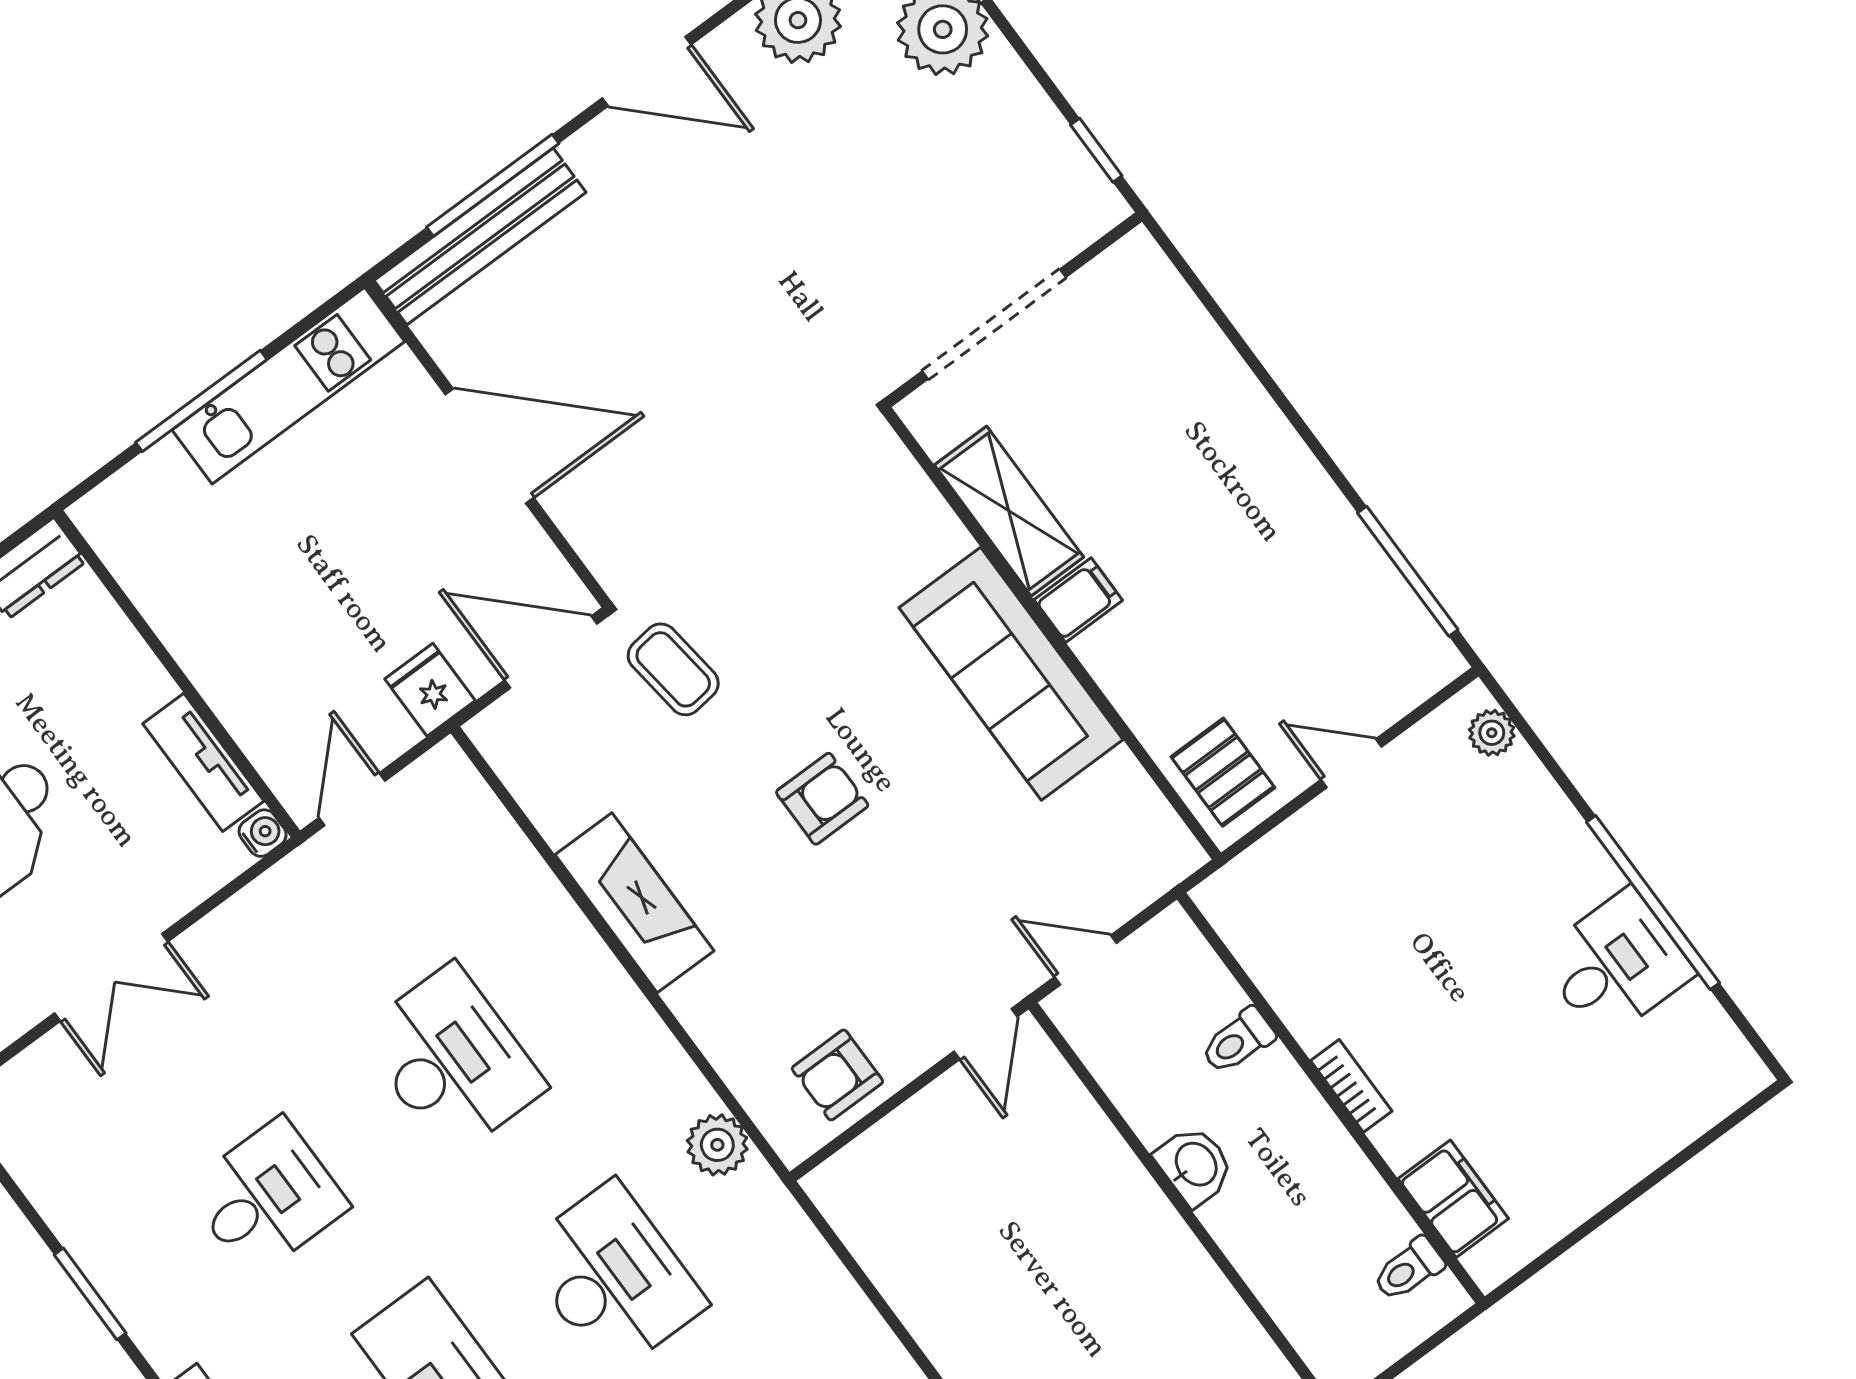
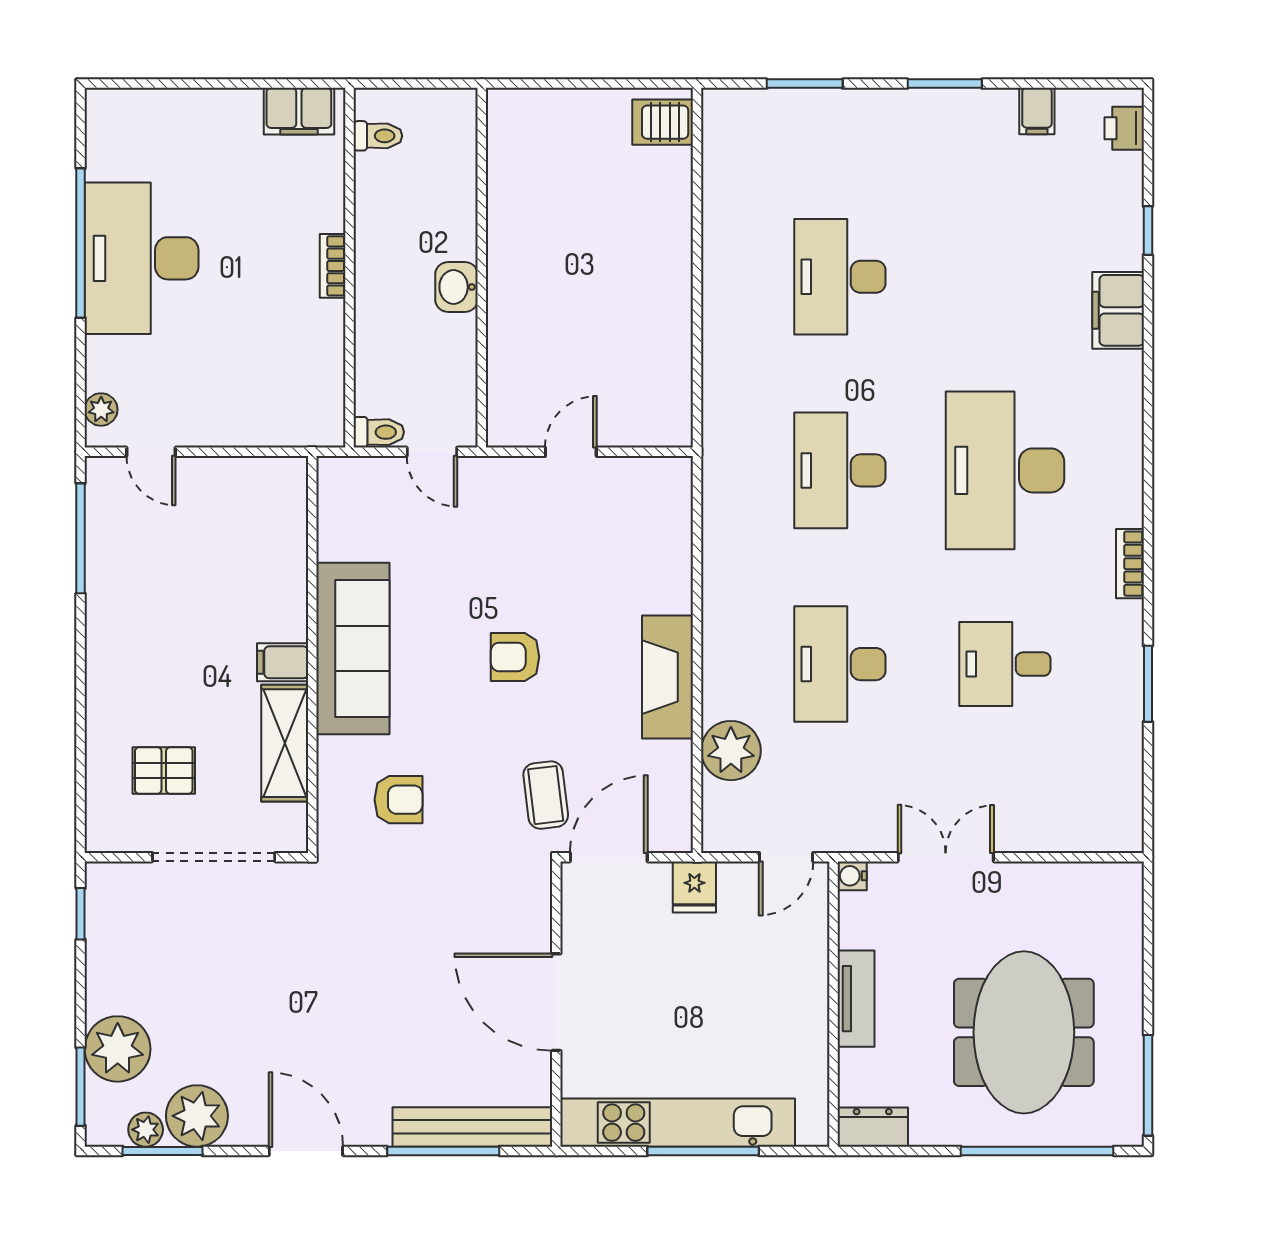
kitchen unit: (288, 386) -> (678, 1123), width x1.36
door: (551, 652) -> (609, 857), swing flipped
tv unit: (203, 762) -> (856, 999), moved
door: (1351, 763) -> (151, 452), moved
pallet: (1223, 772) -> (164, 771), moved, turned 90
desk: (1616, 965) -> (142, 258), width x1.87, depth x1.30
double door: (111, 977) -> (946, 857), moved
door: (986, 1034) -> (571, 452), moved
toilet: (1238, 1041) -> (379, 432), moved
armchair: (837, 1075) -> (399, 800), moved
plant: (717, 1145) -> (731, 751), moved, width x1.36, depth x1.36
filing cabinet: (1453, 1199) -> (299, 111), moved, turned -90

